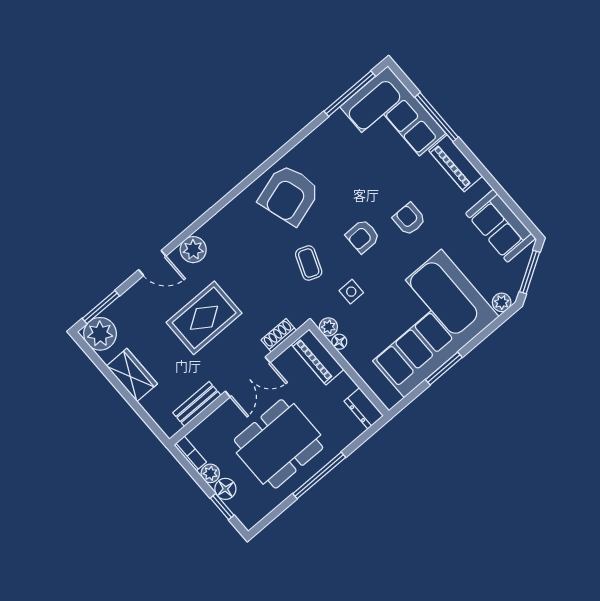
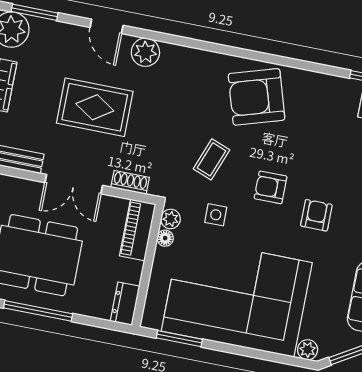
window: (444, 369) -> (179, 339), moved

